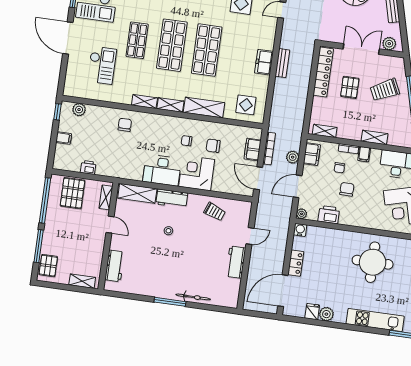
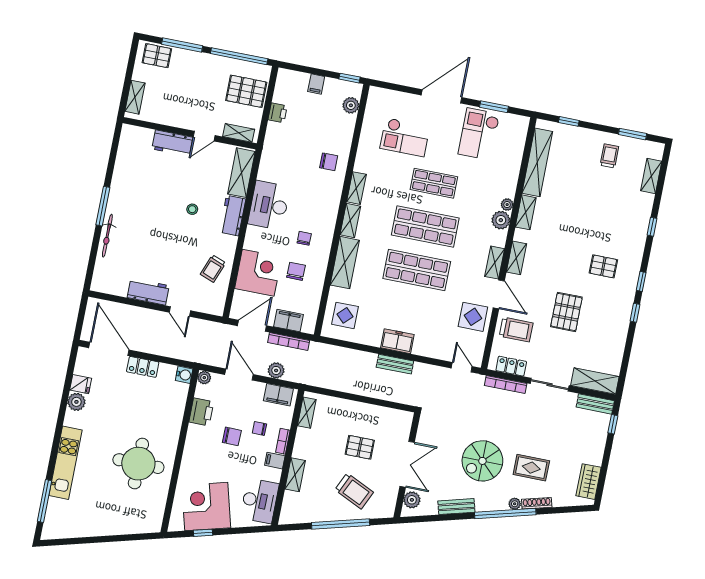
locker: (323, 72) -> (381, 415), removed
trolley: (385, 90) -> (354, 491), turned 141
corner desk: (197, 173) -> (258, 273), moved
workbench: (115, 266) -> (172, 143), moved

